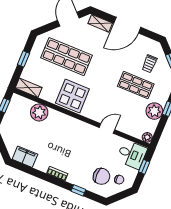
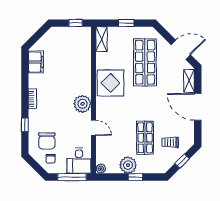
plant: (39, 112) -> (82, 104), moved
window: (144, 167) -> (72, 177), width x2.17

